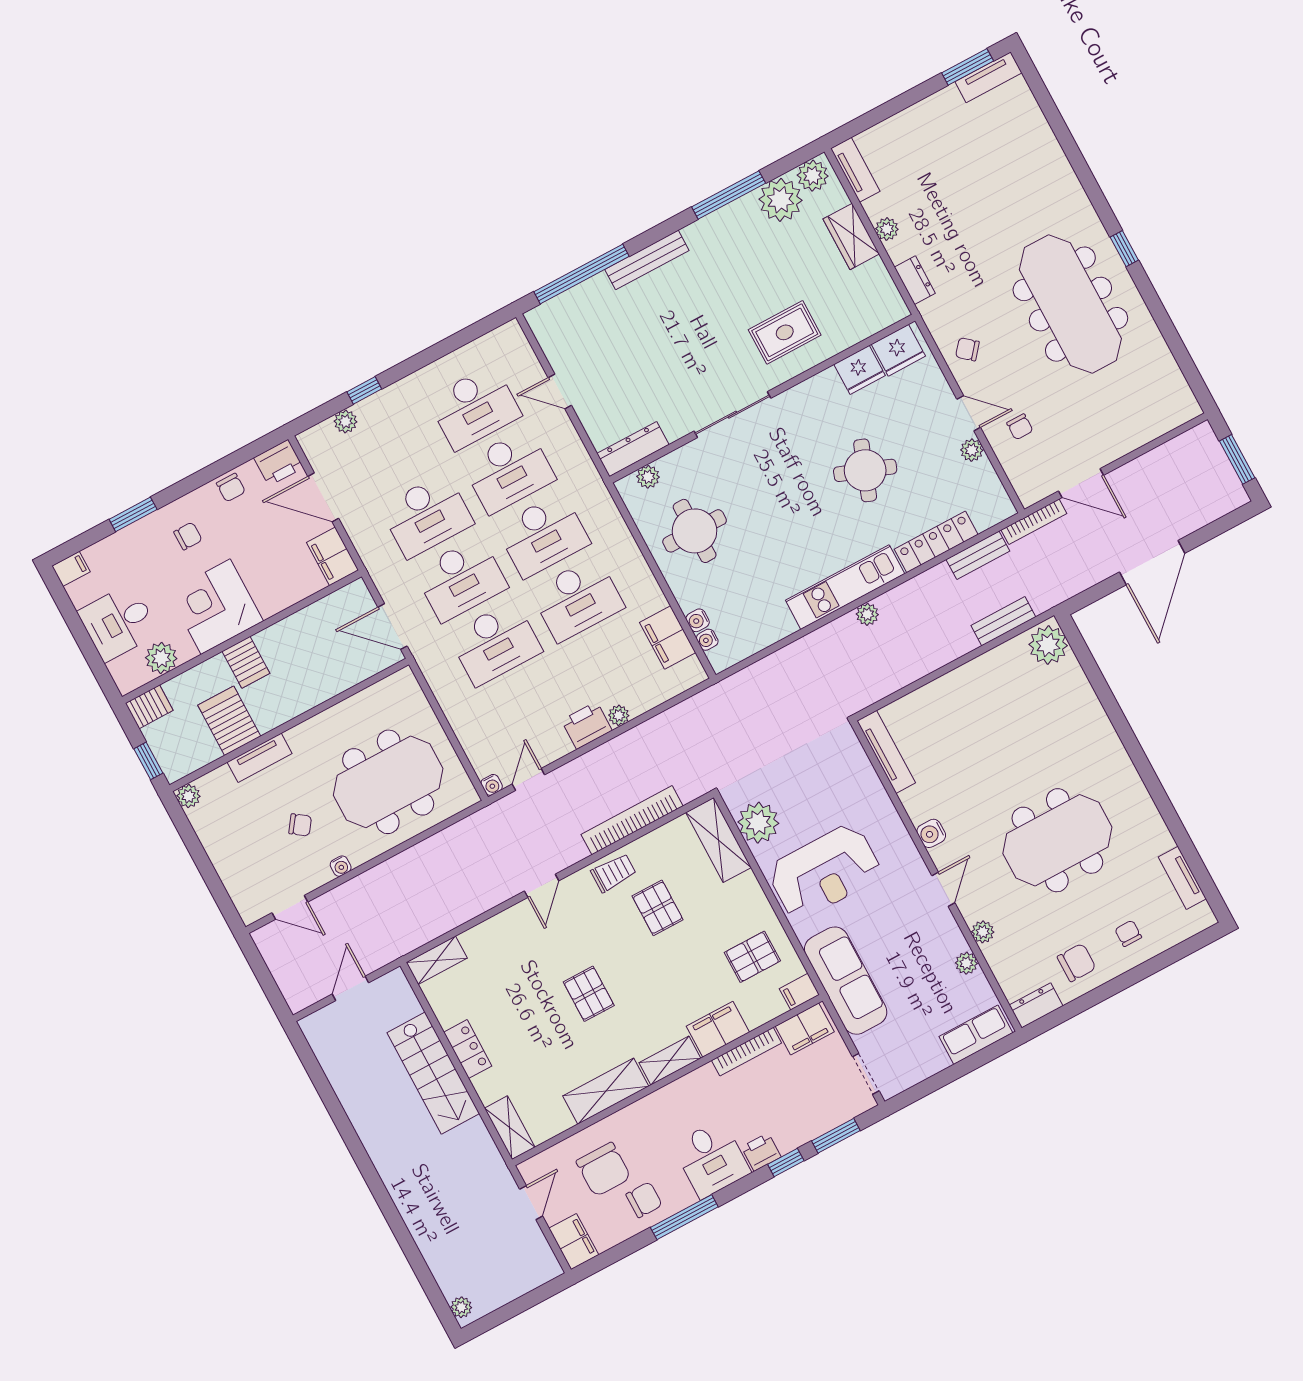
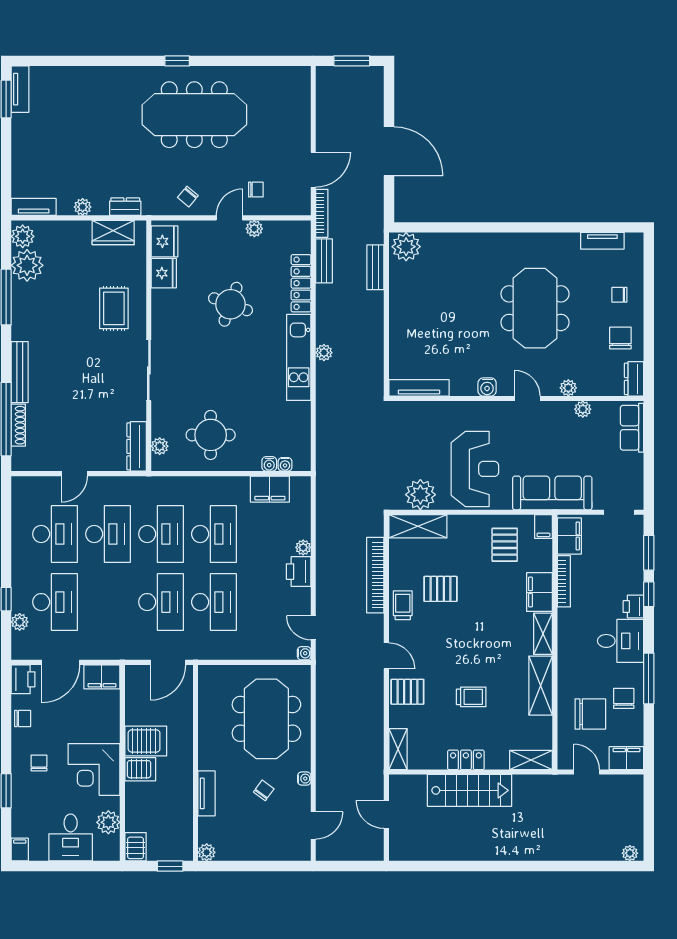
wardrobe: (851, 236) -> (113, 232), moved
shoe rack: (582, 293) -> (18, 425), added
desk: (427, 515) -> (55, 602), moved
server rack: (229, 721) -> (146, 741), moved, turned 180
pallet: (589, 994) -> (407, 692), moved
trolley: (547, 1015) -> (471, 697), added

